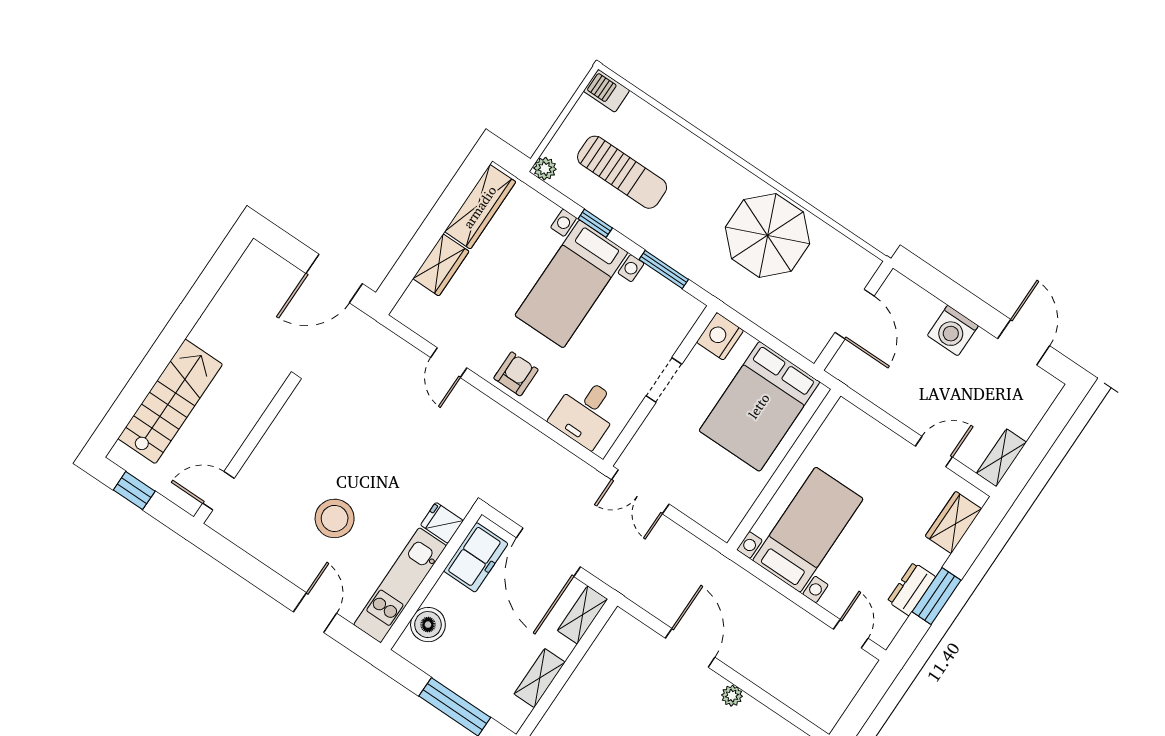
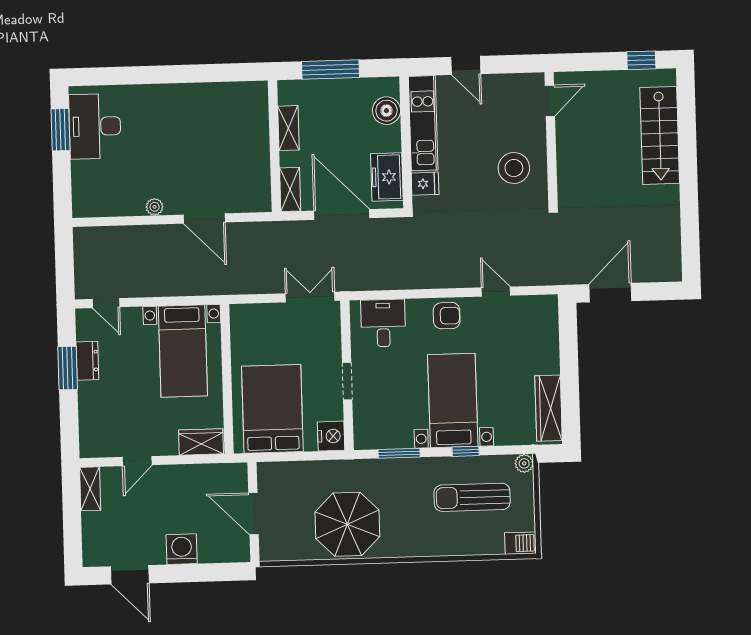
wardrobe: (441, 265) -> (547, 352), removed
armchair: (516, 374) -> (447, 316), turned -90
wall: (244, 453) -> (551, 138), moved
door: (218, 491) -> (550, 101), moved
stool: (335, 518) -> (514, 168), moved
wardrobe: (954, 522) -> (201, 442), moved, turned -90

